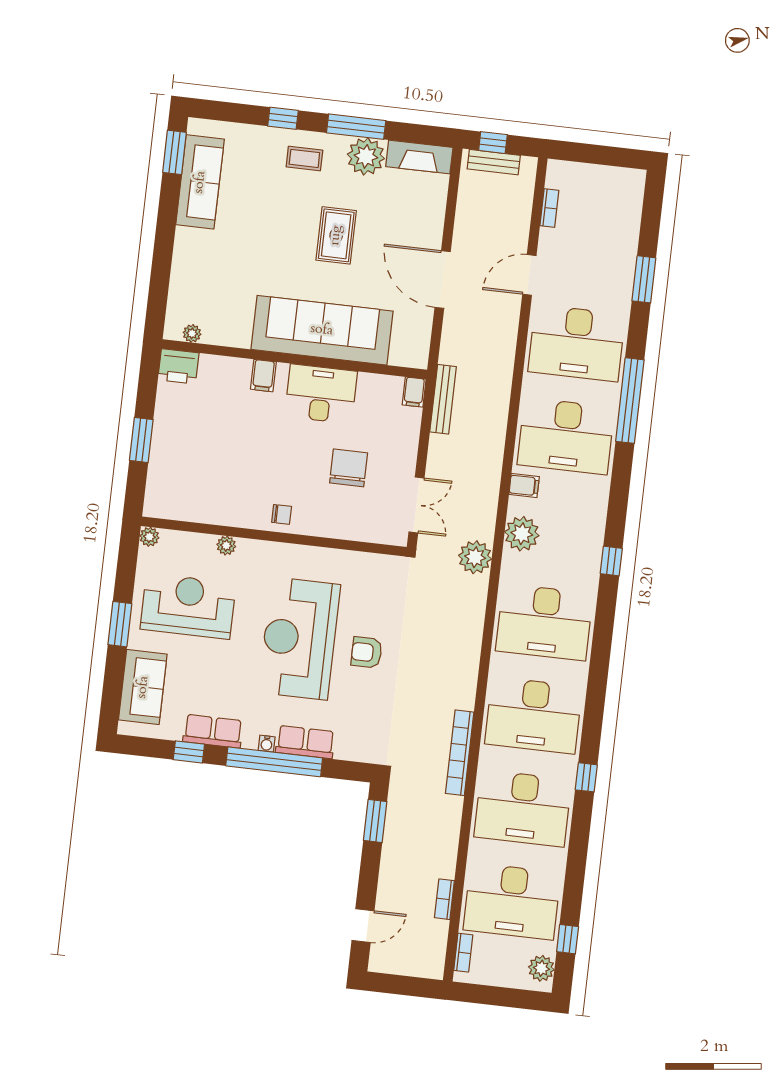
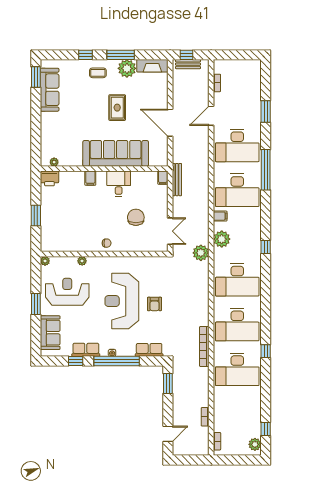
desk: (321, 394) -> (119, 184), width x0.73
armchair: (366, 652) -> (154, 304), turned -90
row of seats: (305, 742) -> (149, 350), moved
desk: (512, 901) -> (237, 414), removed

